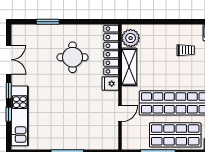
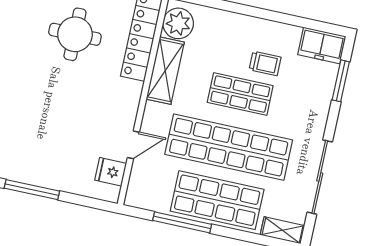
shop shelf: (175, 71) -> (240, 94), added
fridge: (110, 84) -> (111, 172), moved

